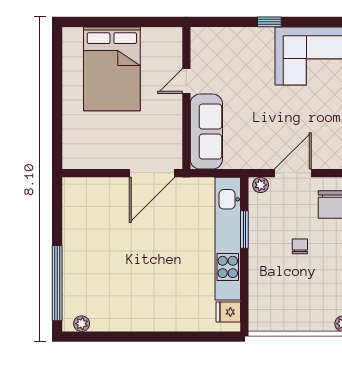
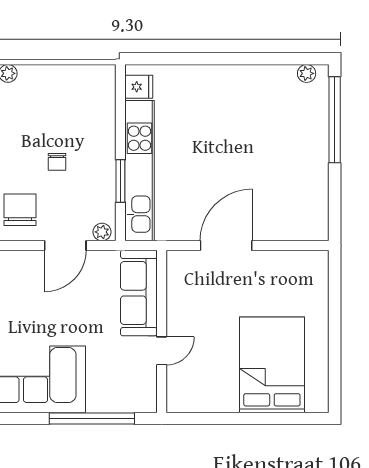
window: (269, 22) -> (92, 418), width x3.17
door: (186, 81) -> (162, 351), moved
wall: (186, 98) -> (162, 331), moved
sofa: (206, 132) -> (139, 293), moved

